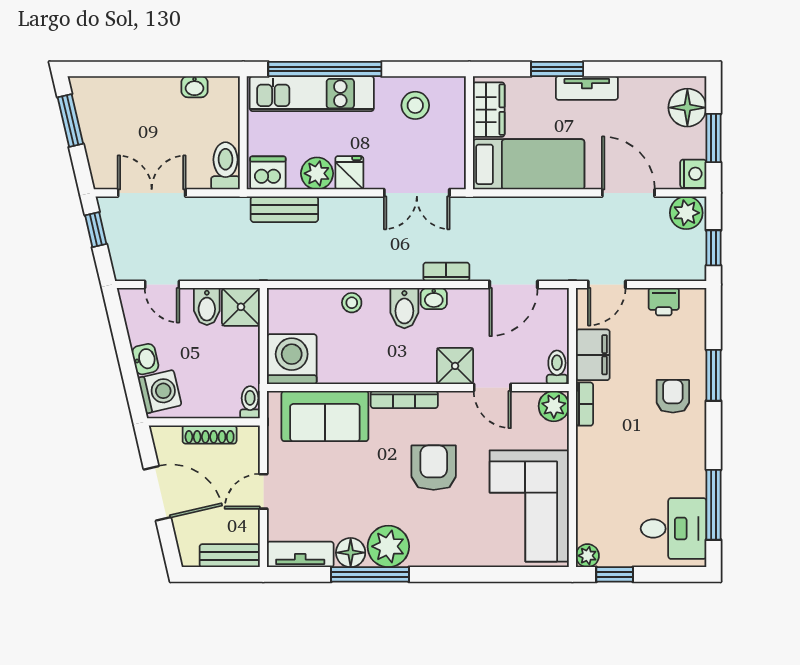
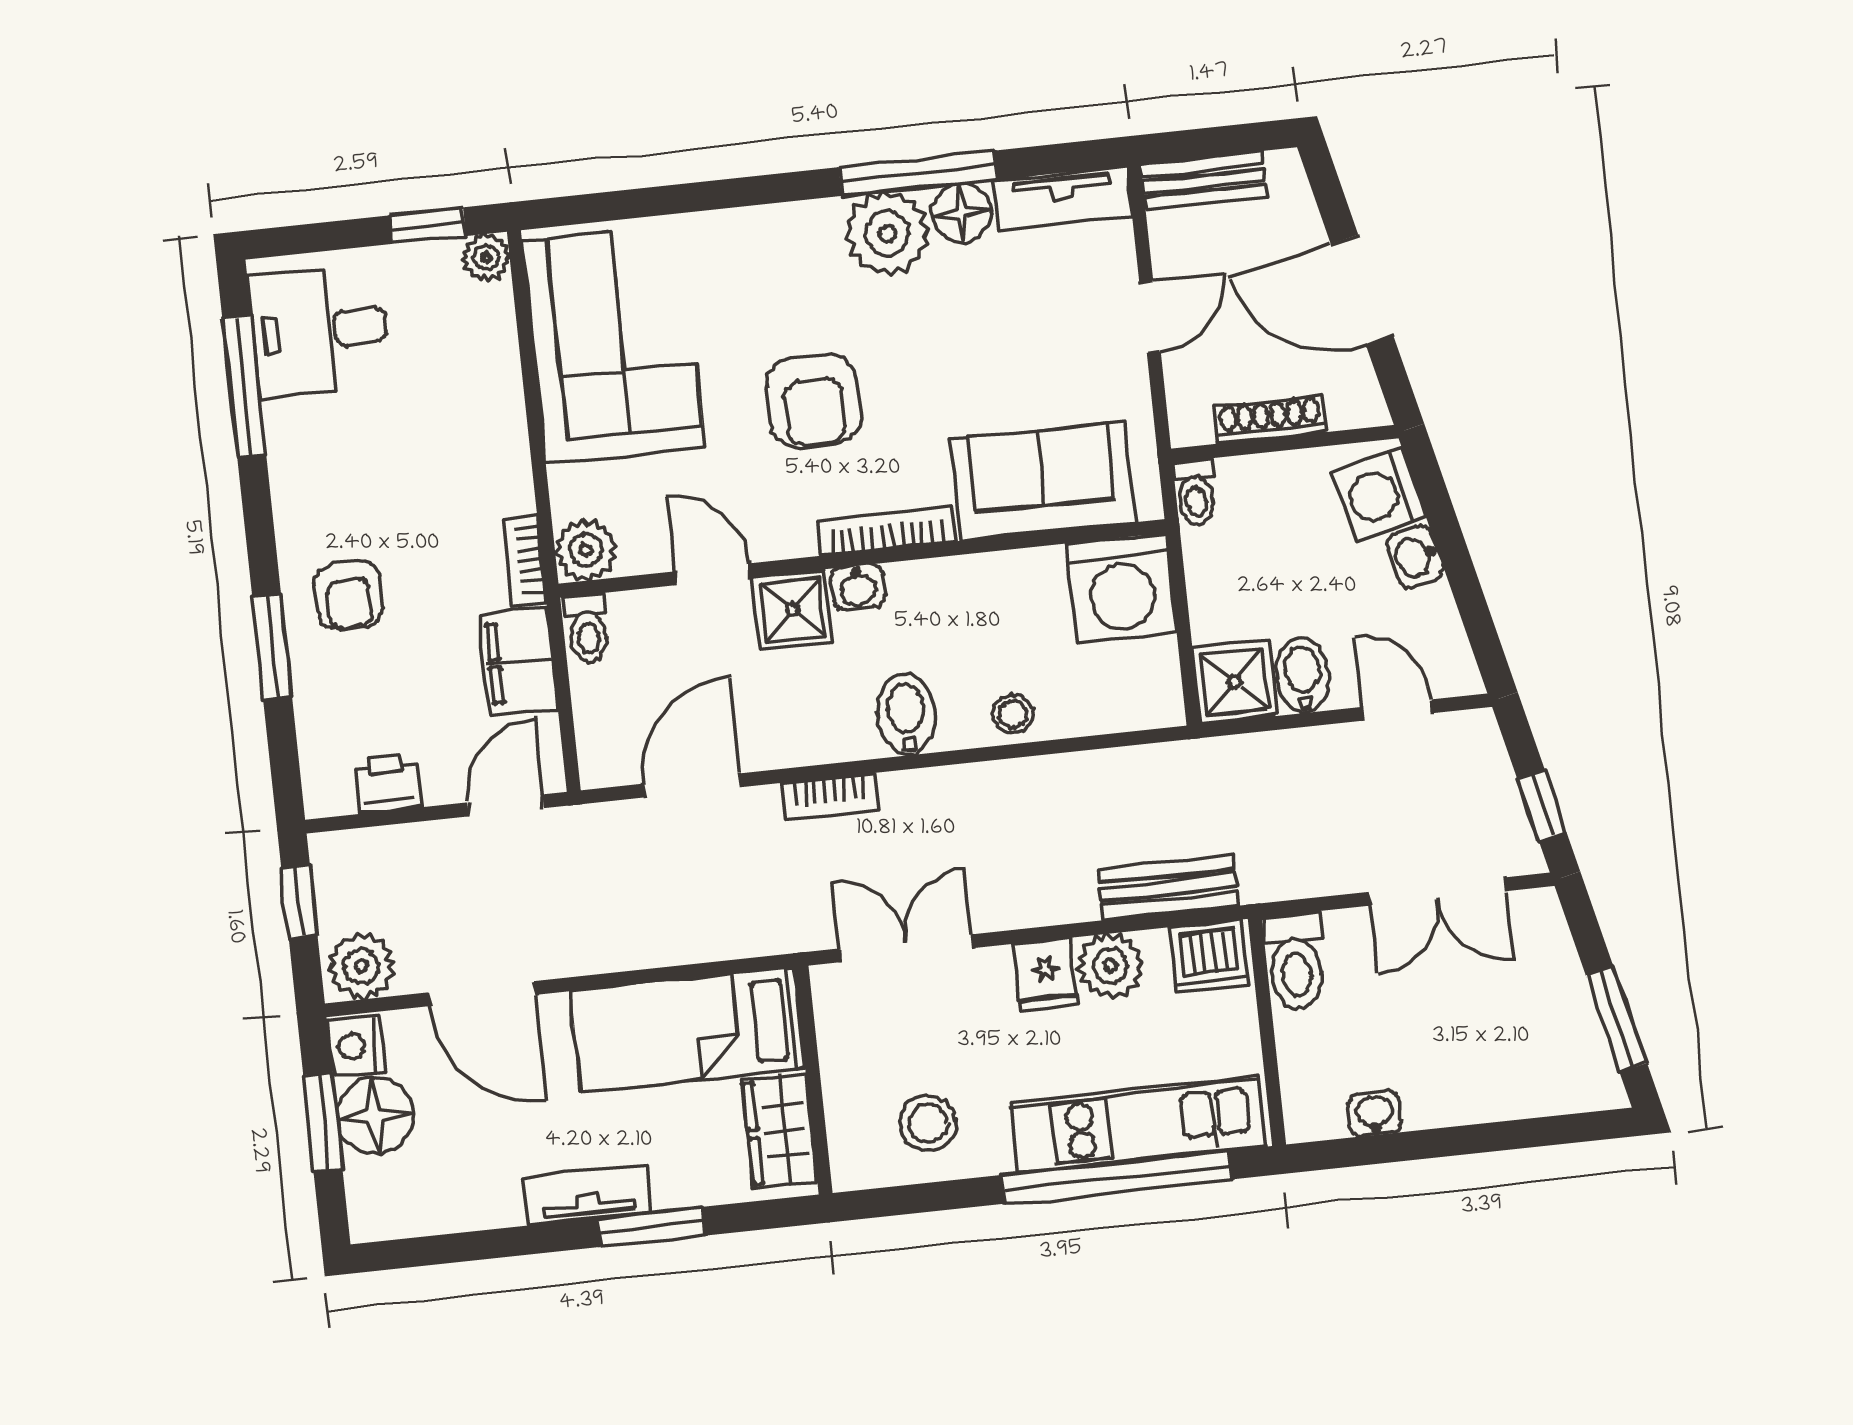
floor lamp: (687, 108) -> (375, 1116), moved
washbasin: (434, 299) -> (858, 587), moved, turned 180

